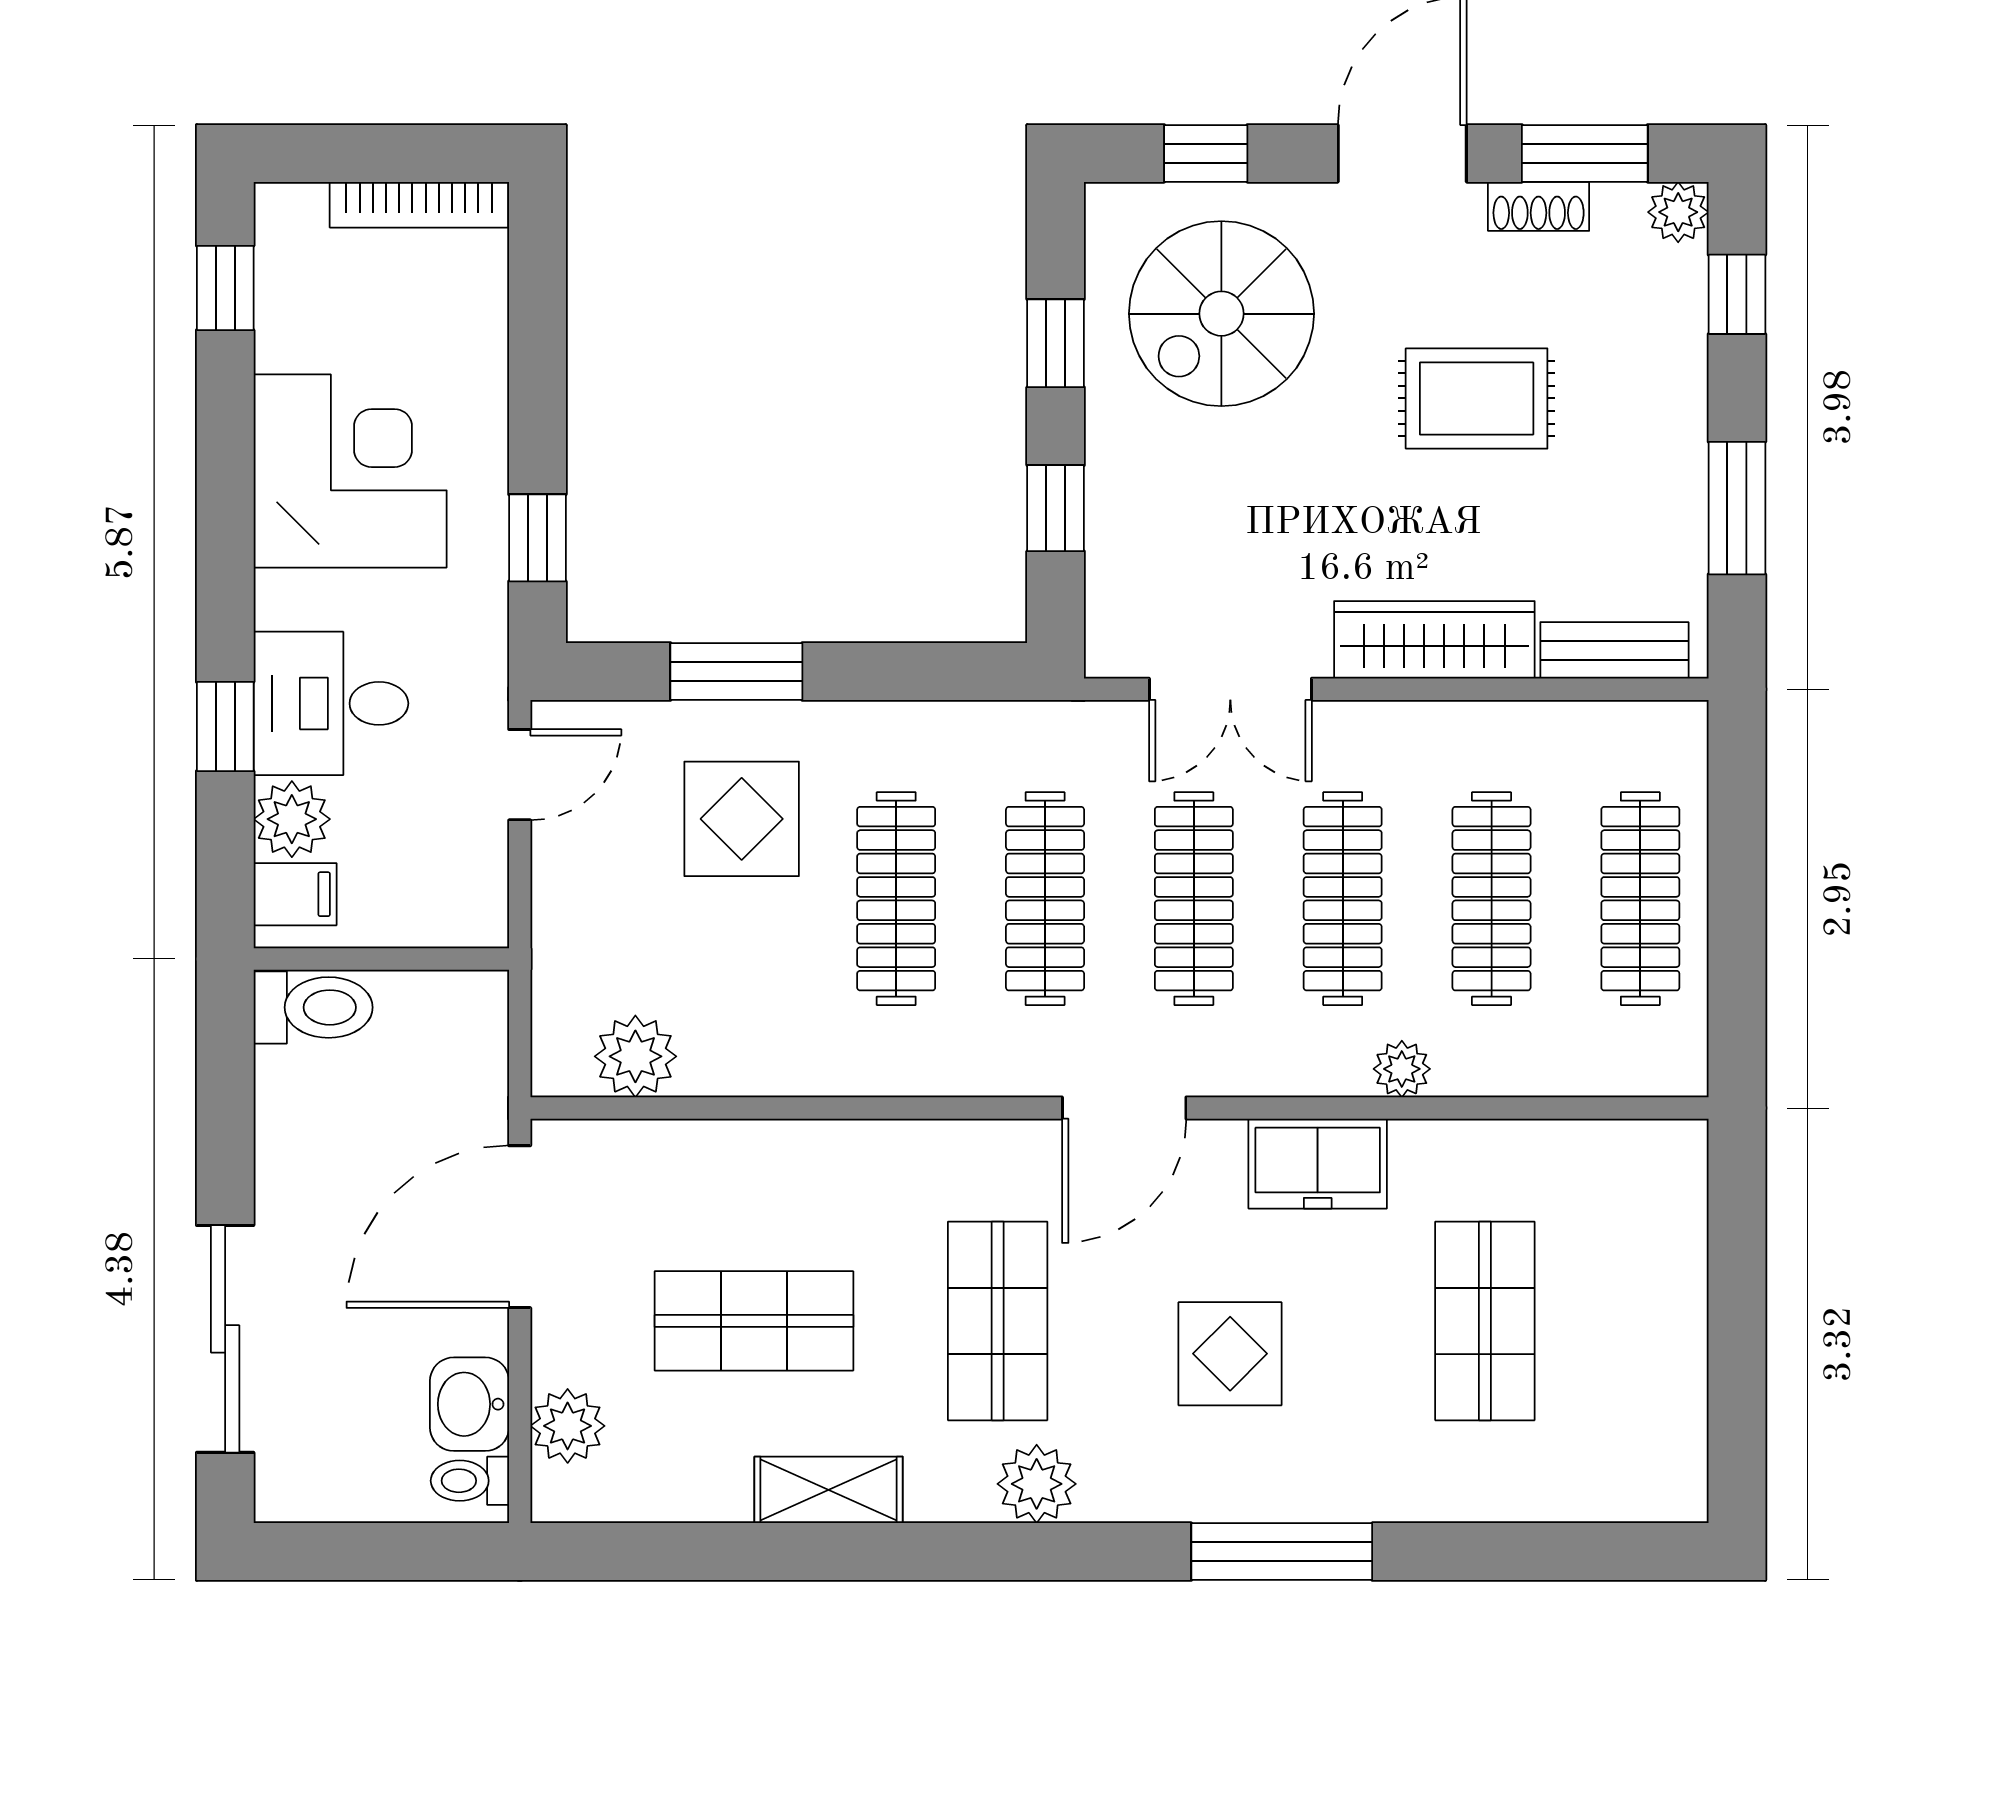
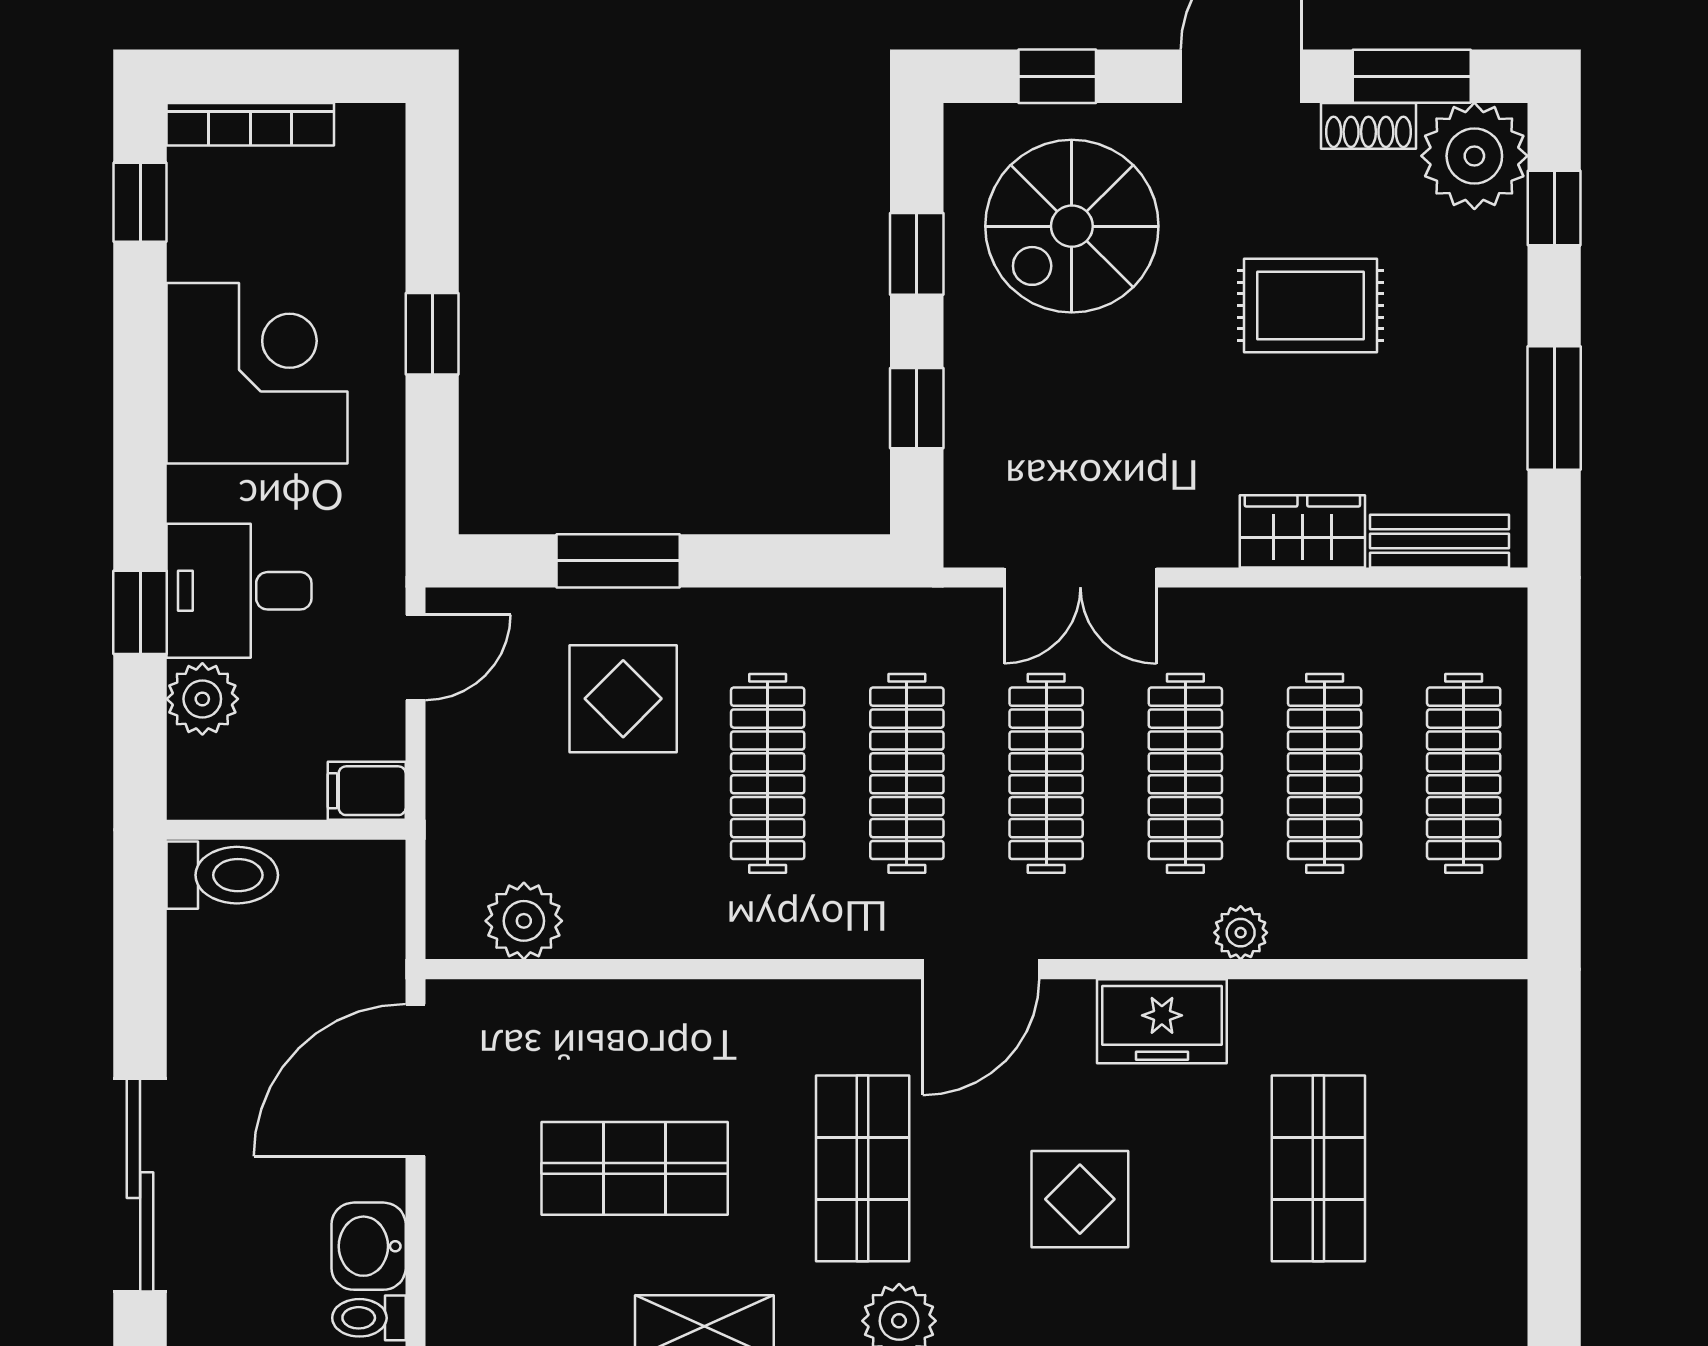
bookcase: (419, 205) -> (250, 124), moved
plant: (1678, 212) -> (1474, 156), width x1.88, depth x1.88
window: (537, 538) -> (432, 334), moved
wardrobe: (1434, 640) -> (1302, 531), width x0.67
filing cabinet: (295, 894) -> (367, 791), moved, turned 180
plant: (568, 1426) -> (460, 1267), removed

